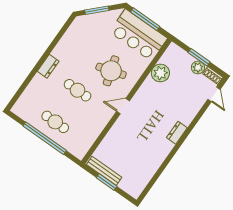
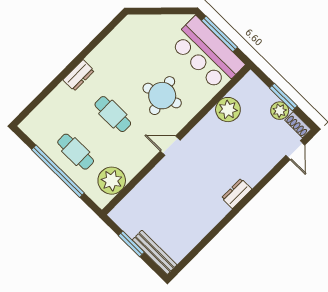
window: (97, 10) -> (157, 11), removed
plant: (85, 139) -> (112, 181), added
bench: (104, 171) -> (155, 252), moved

